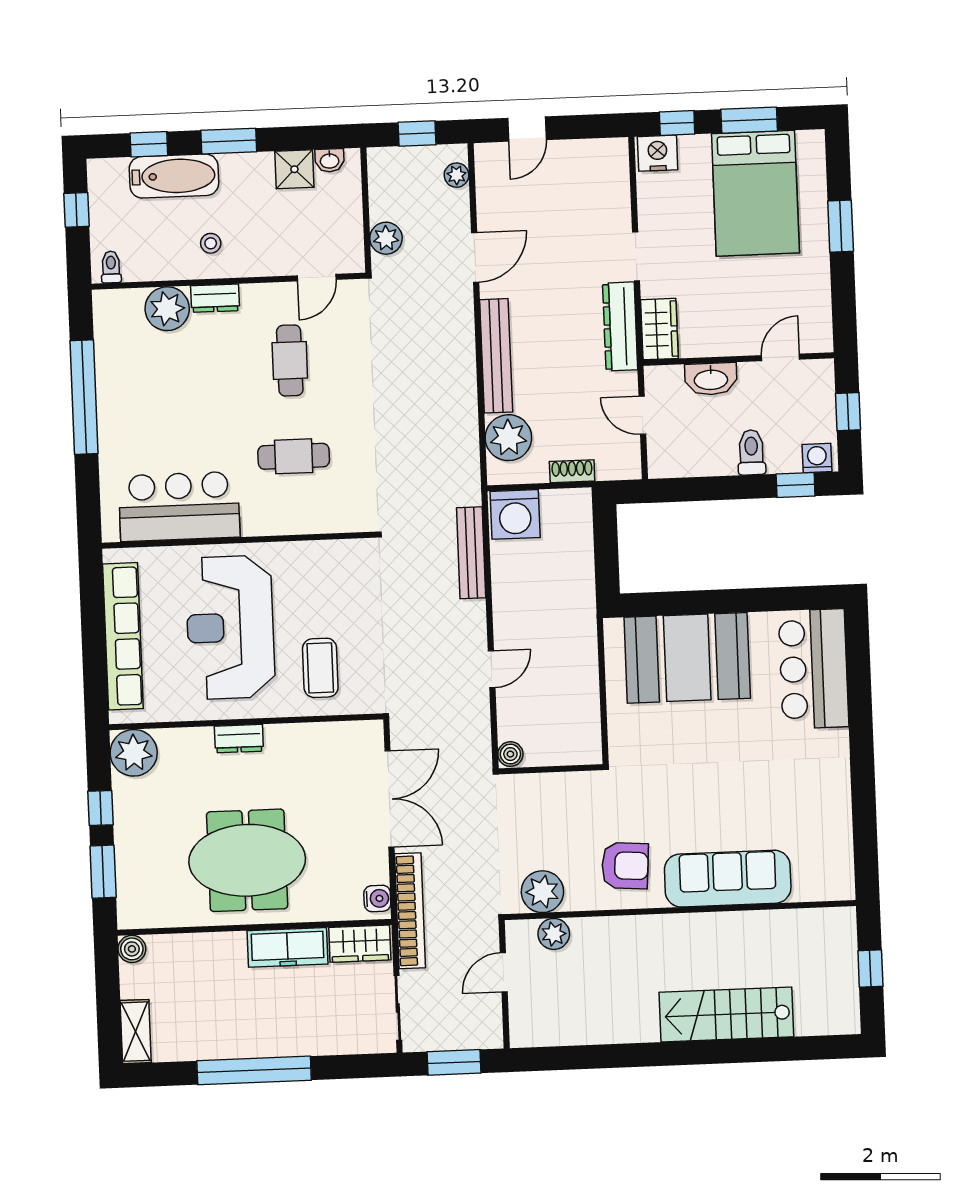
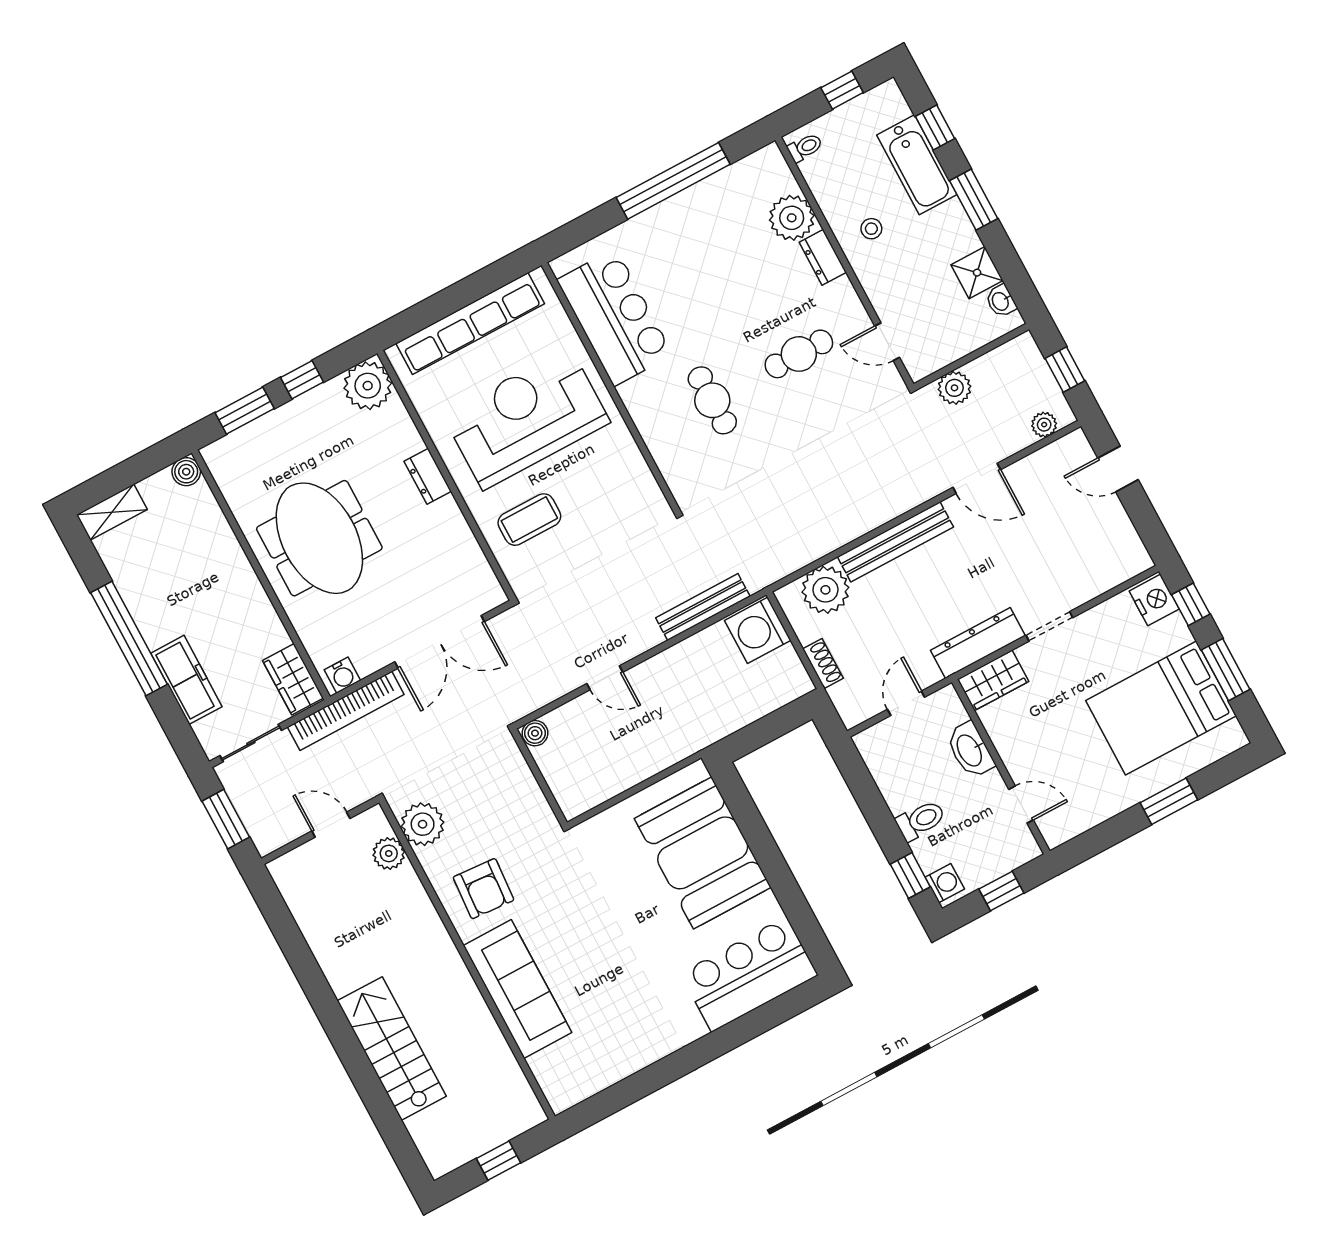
freezer: (288, 947) -> (186, 680), moved, turned 180

